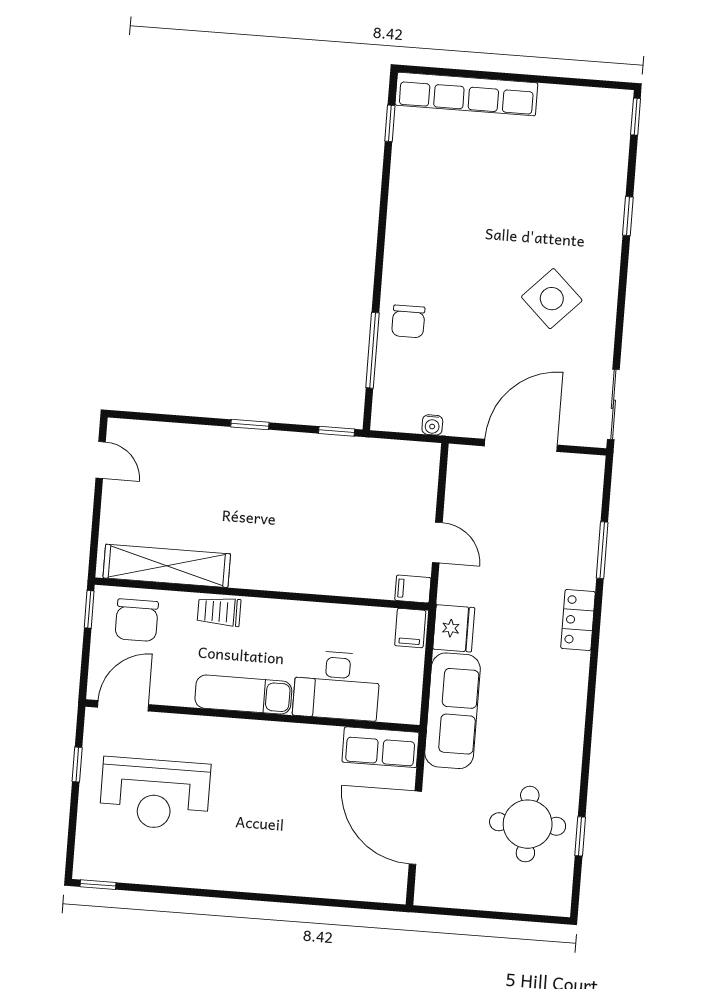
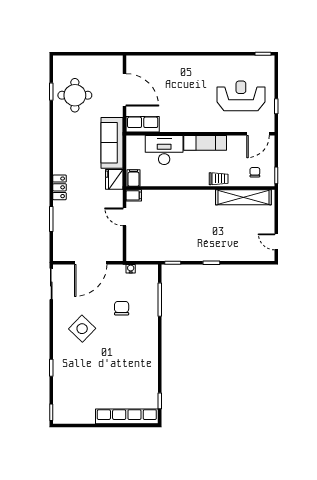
chair: (408, 321) -> (122, 308), moved
chair: (137, 620) -> (255, 172), width x0.54, depth x0.54

